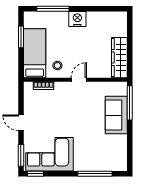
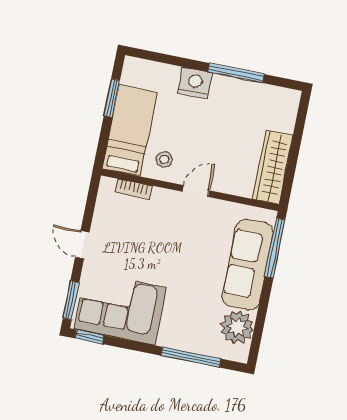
window: (53, 9) -> (236, 73), moved
nightstand: (77, 19) -> (195, 83), moved
sofa: (116, 115) -> (248, 264), width x1.36
plant: (117, 152) -> (237, 327), added

